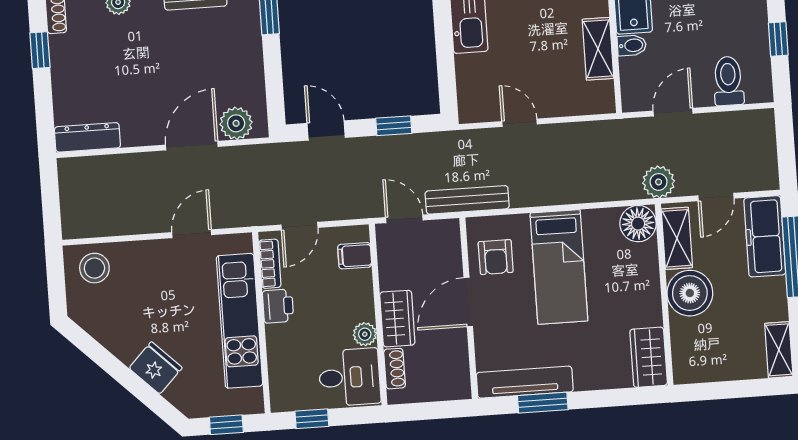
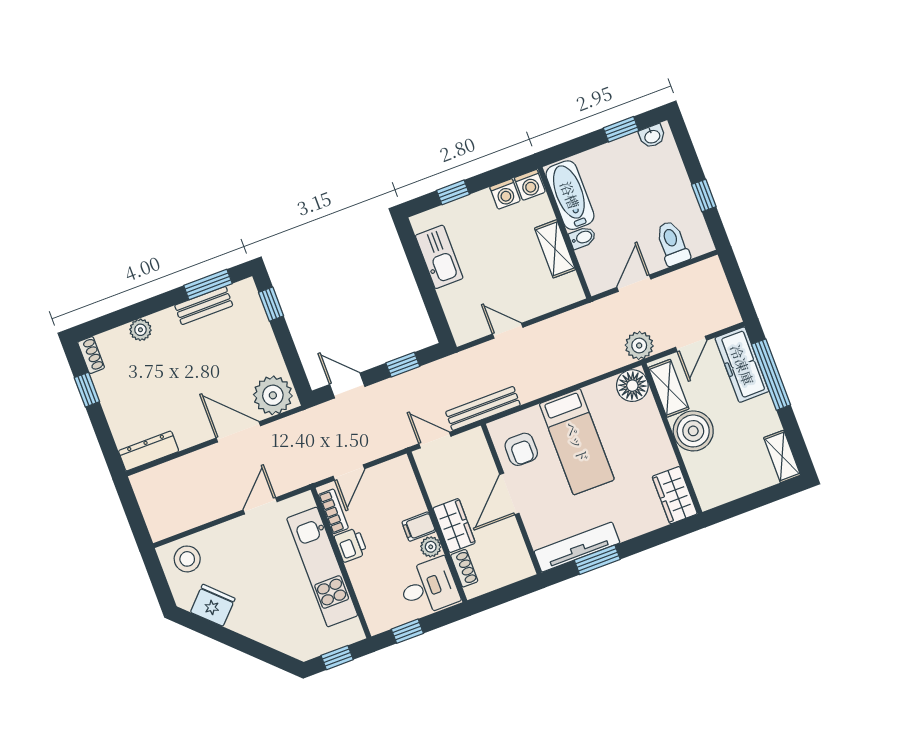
plant: (236, 123) -> (273, 395), width x1.36, depth x1.36
door: (192, 146) -> (238, 432), hinge flipped
filing cabinet: (355, 256) -> (419, 527), moved
fridge: (156, 368) -> (213, 605), moved

